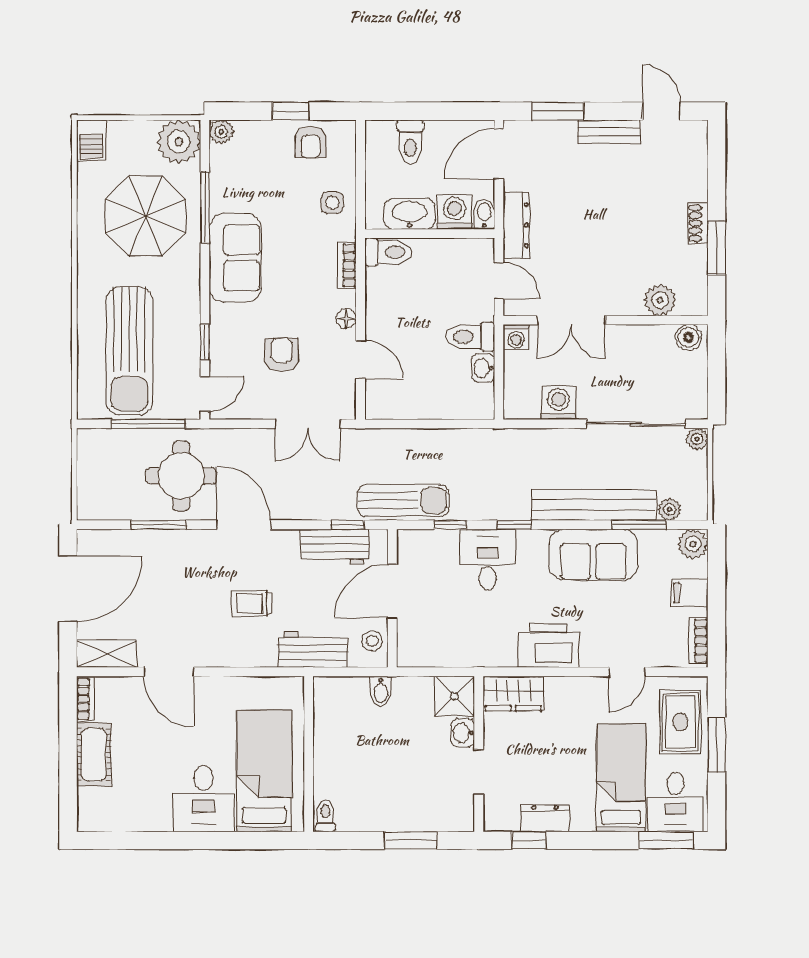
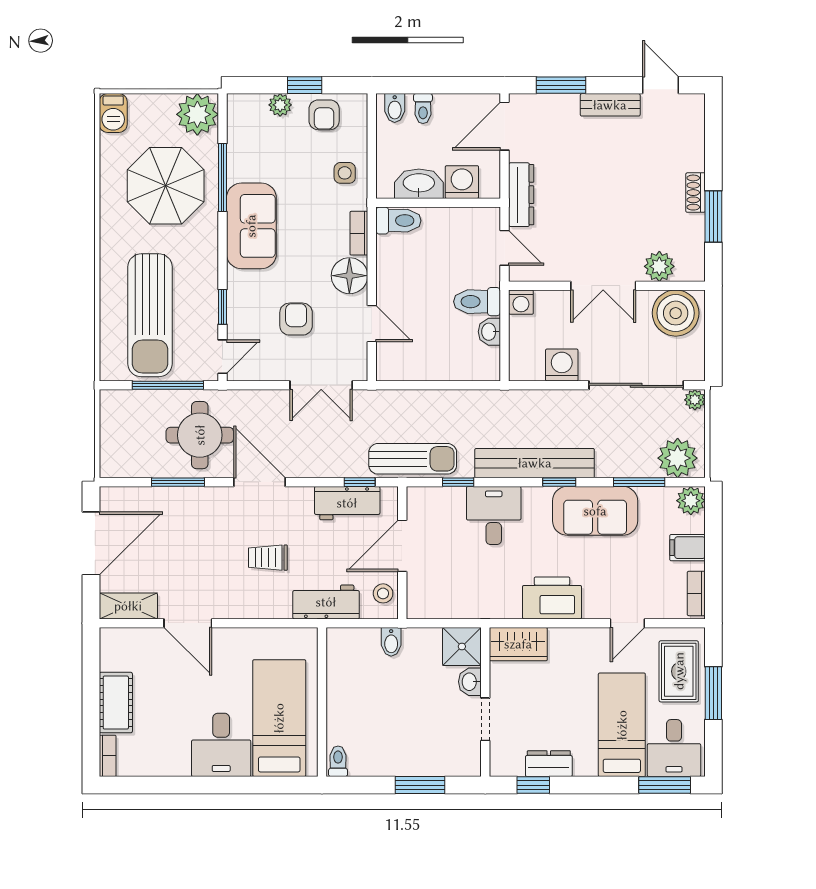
plant: (221, 132) -> (280, 105), moved
toilet: (410, 142) -> (423, 109), width x0.73, depth x0.72
bidet: (484, 214) -> (395, 108), moved, turned 180
floor lamp: (346, 319) -> (349, 276), width x1.89, depth x1.89
double door: (571, 320) -> (603, 286), moved
boiler: (688, 337) -> (676, 313), width x1.86, depth x1.86
bench: (594, 505) -> (535, 463), moved
plant: (669, 509) -> (678, 458), width x1.87, depth x1.87
window: (514, 525) -> (559, 482), moved
bookcase: (85, 699) -> (108, 756), moved

